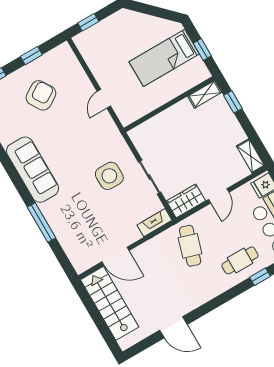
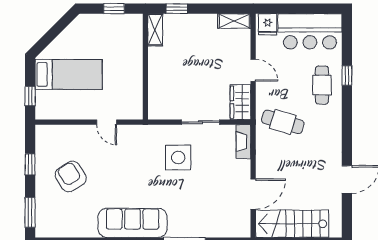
bed: (164, 58) -> (68, 74), moved, turned -90

